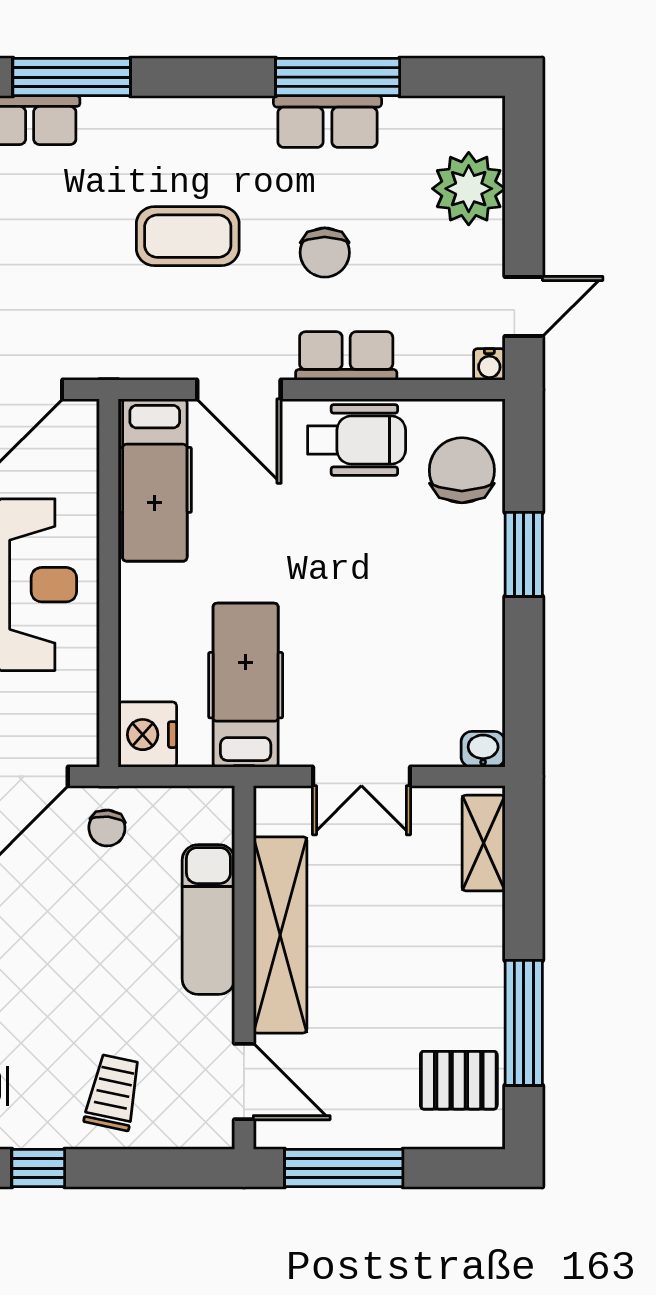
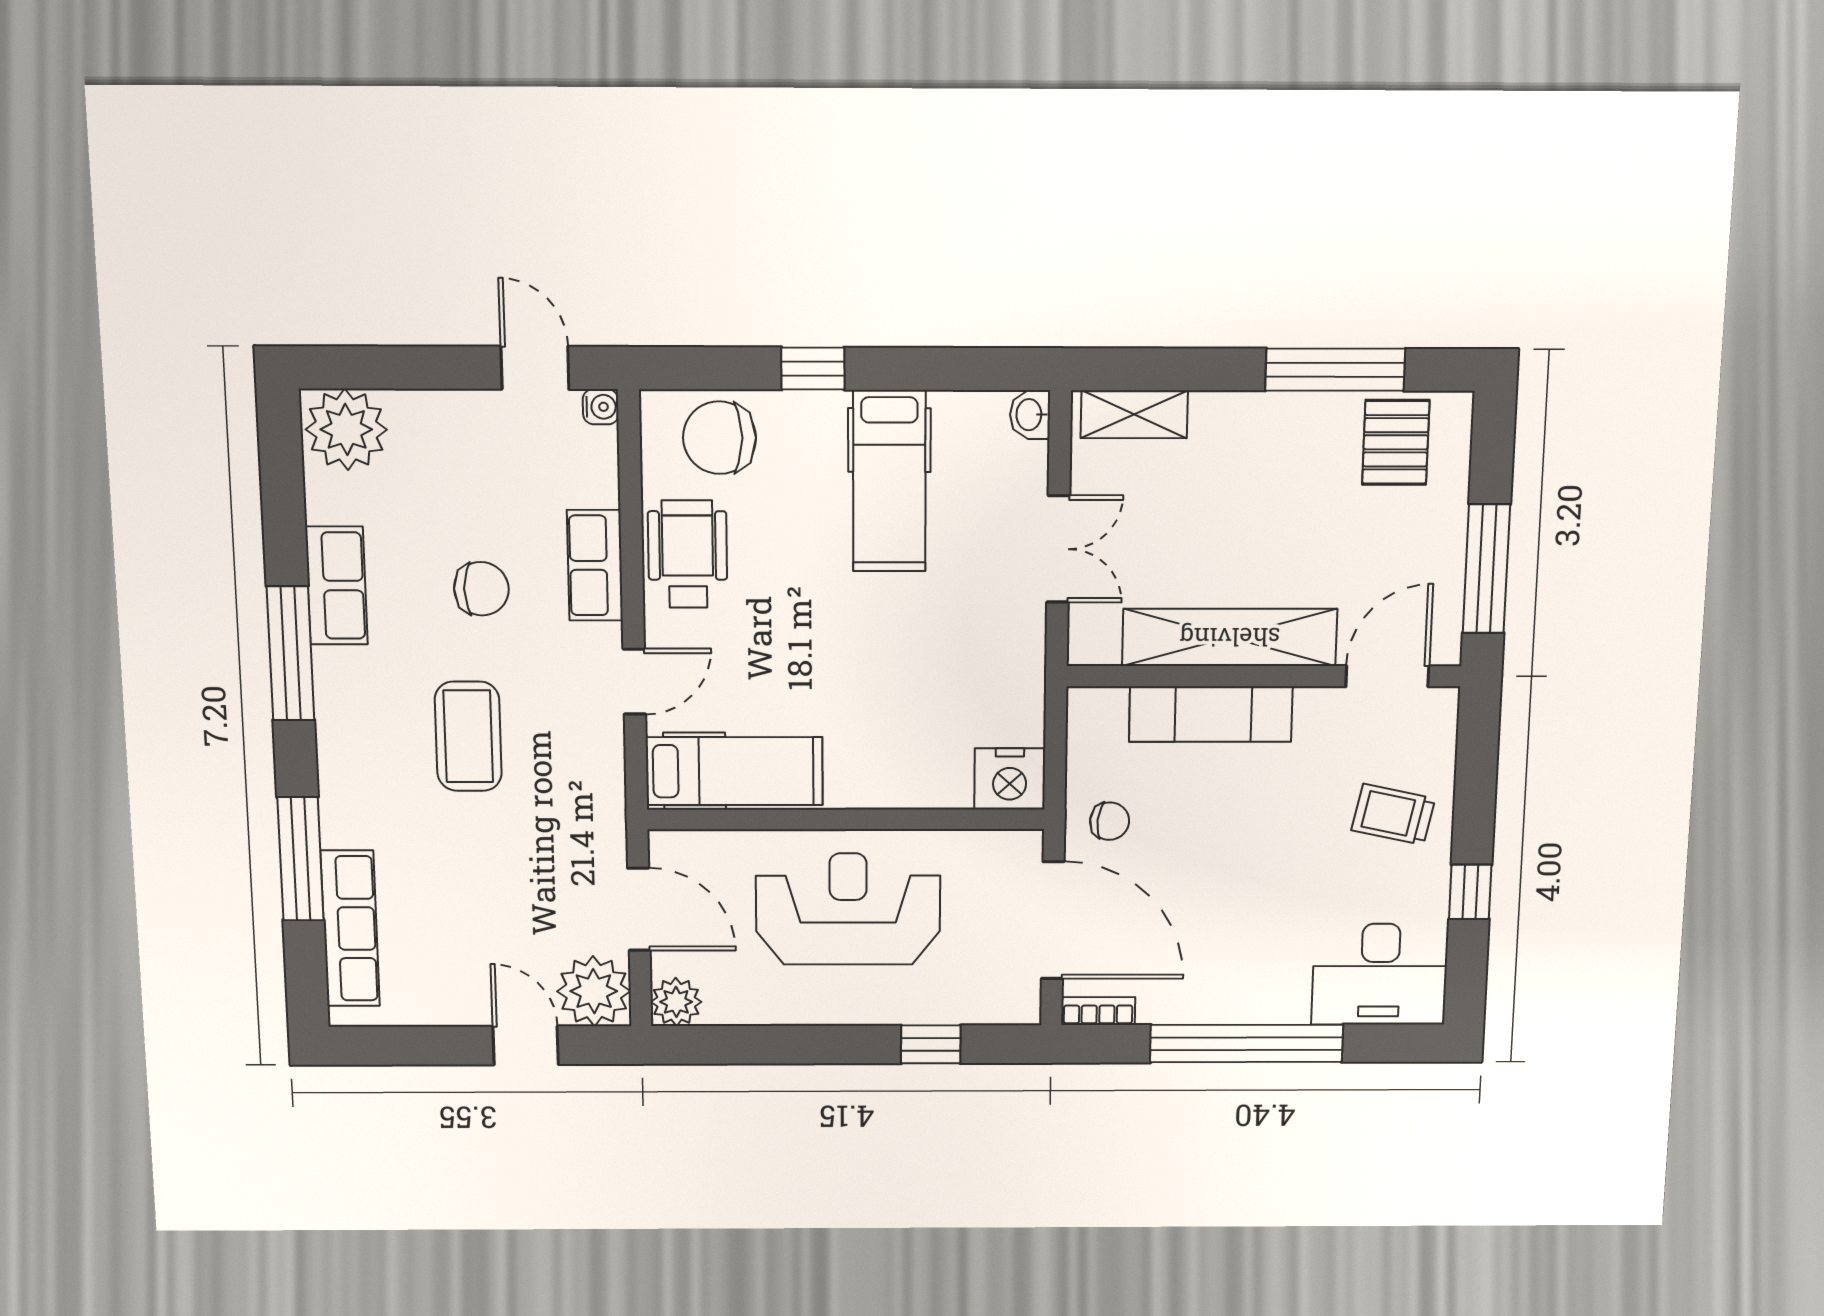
window: (338, 77) -> (290, 653), moved
plant: (469, 189) -> (346, 429), moved
door: (239, 389) -> (634, 682), width x0.73
window: (524, 554) -> (813, 368), width x0.67
hospital bed: (246, 685) -> (889, 481), moved, turned -90

